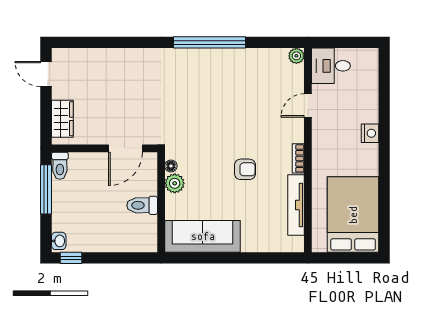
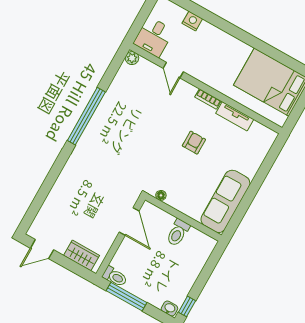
nightstand: (370, 133) -> (192, 21), moved
plant: (175, 183) -> (175, 200), removed
tv unit: (296, 205) -> (235, 116), width x0.71

